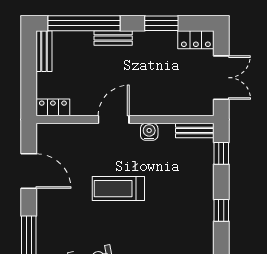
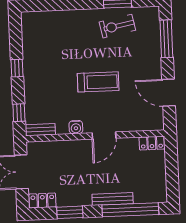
bench: (113, 38) -> (113, 199), width x1.36
bench: (44, 51) -> (161, 187), removed

